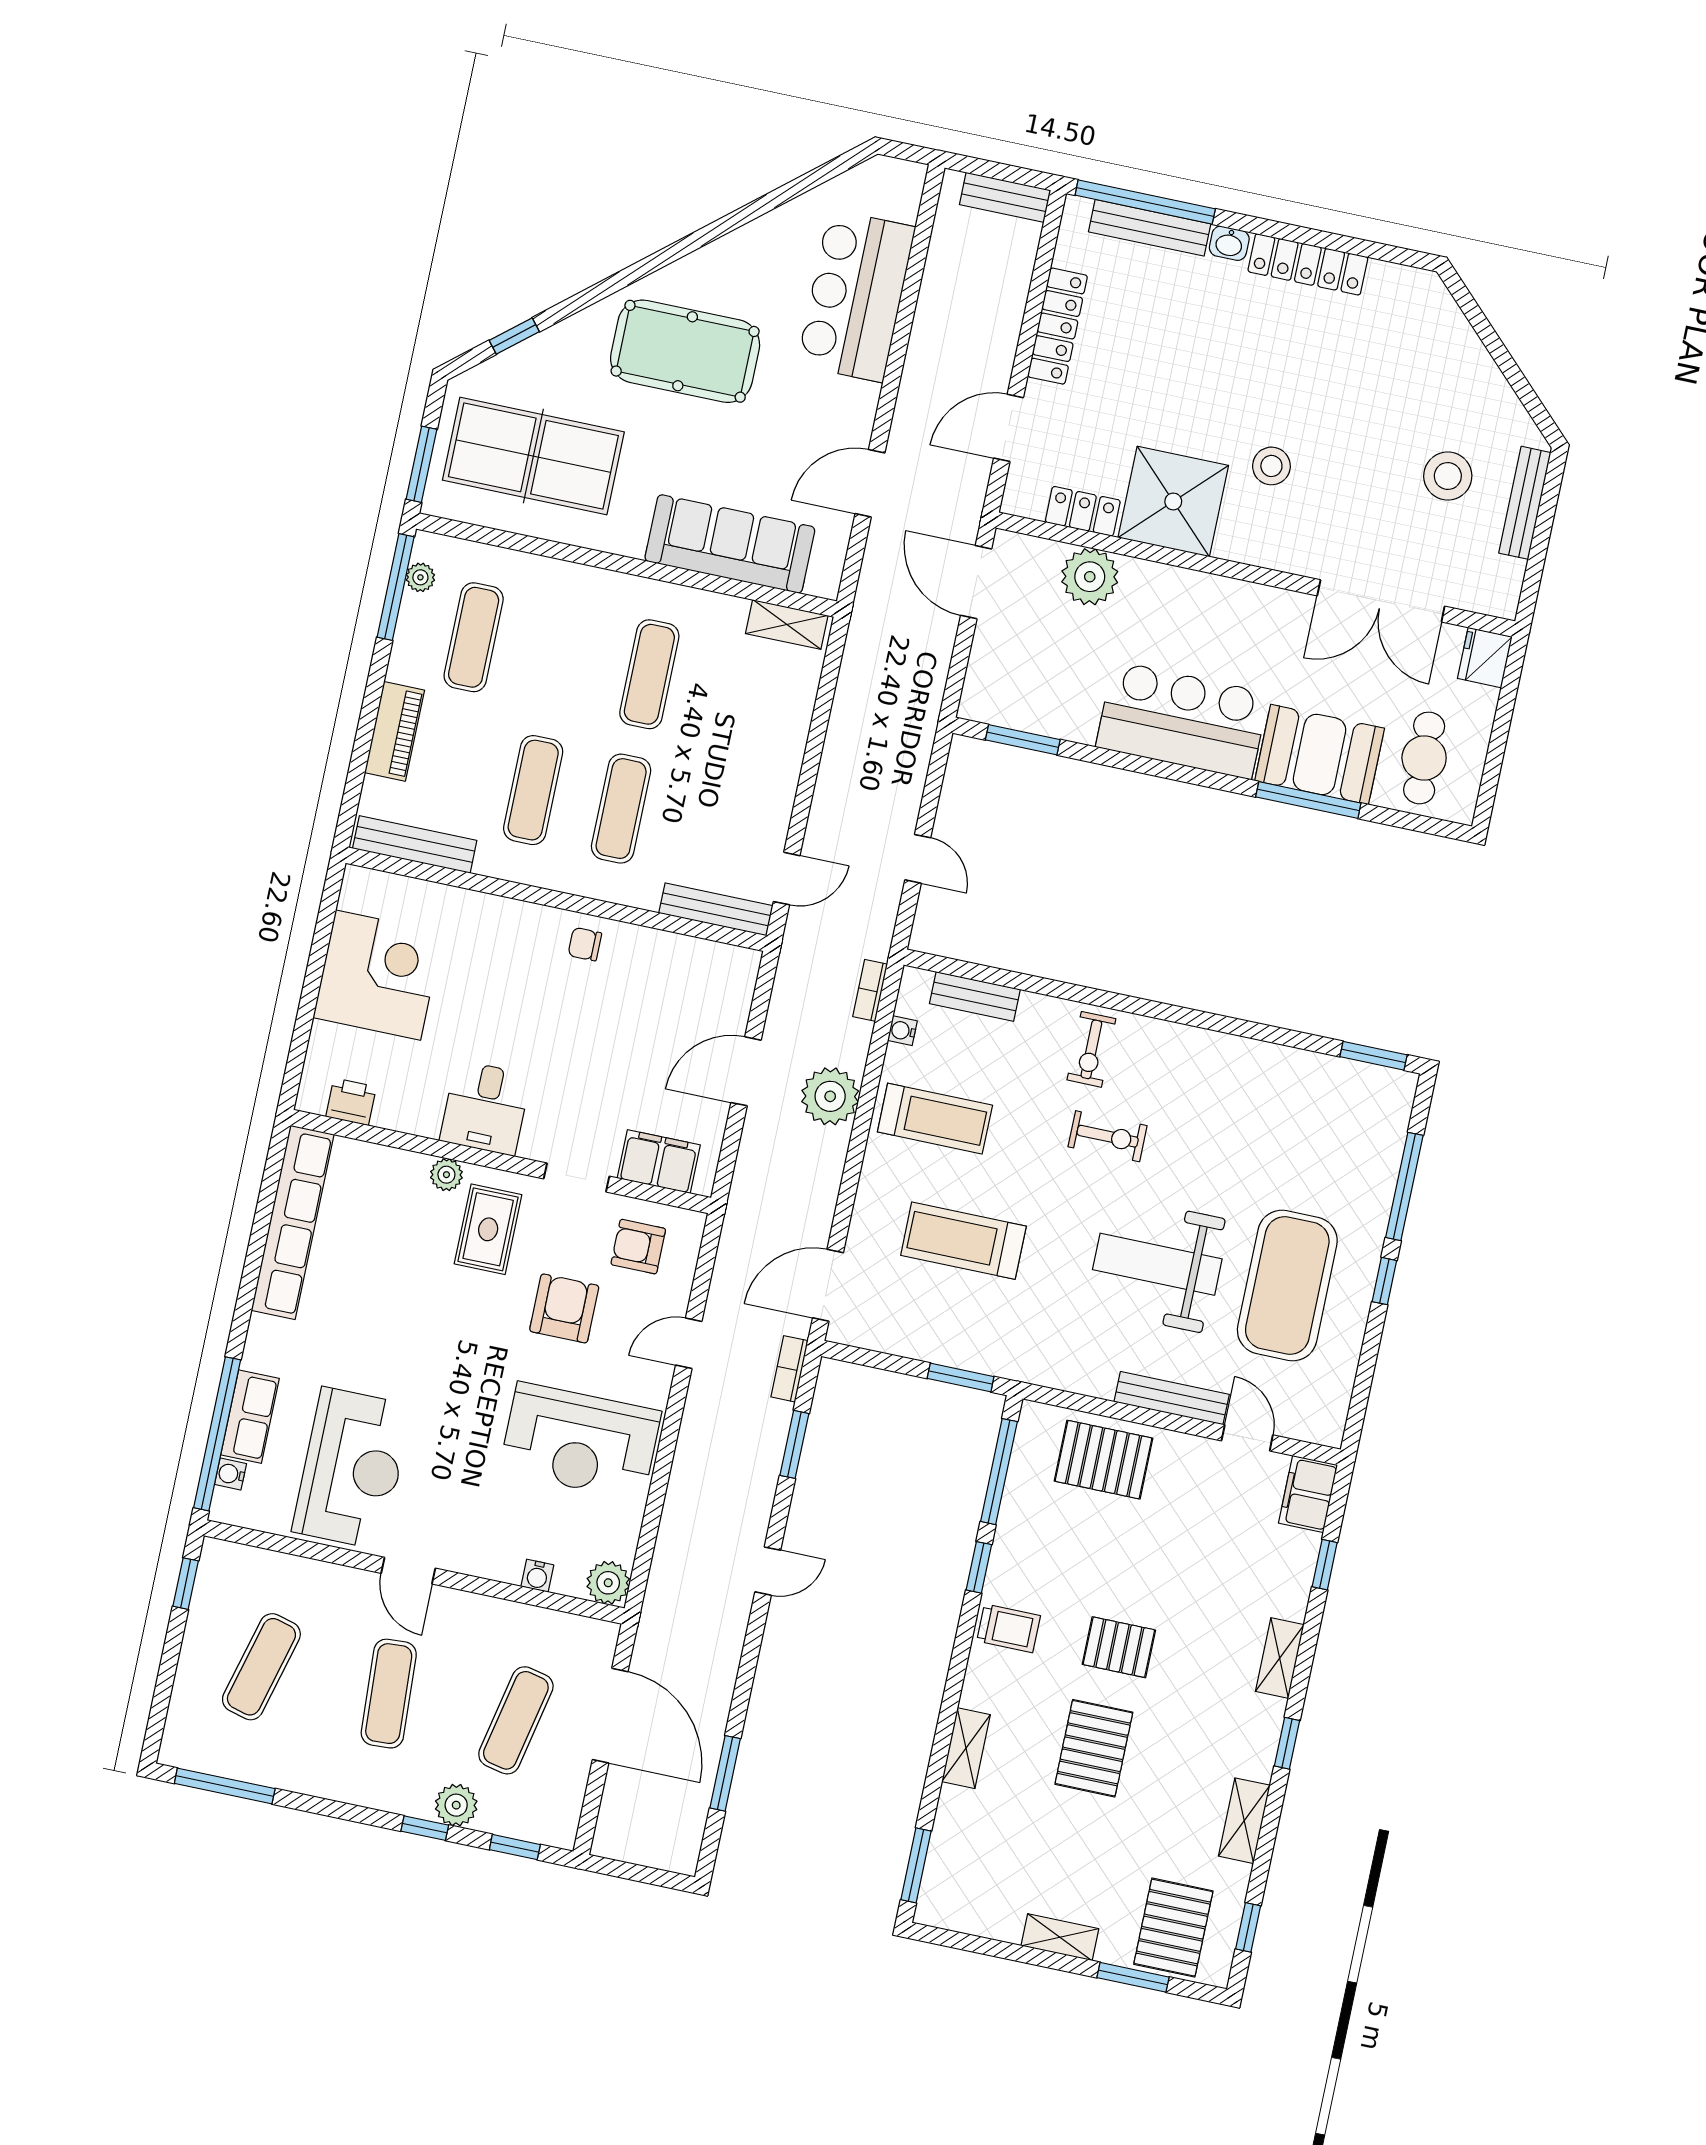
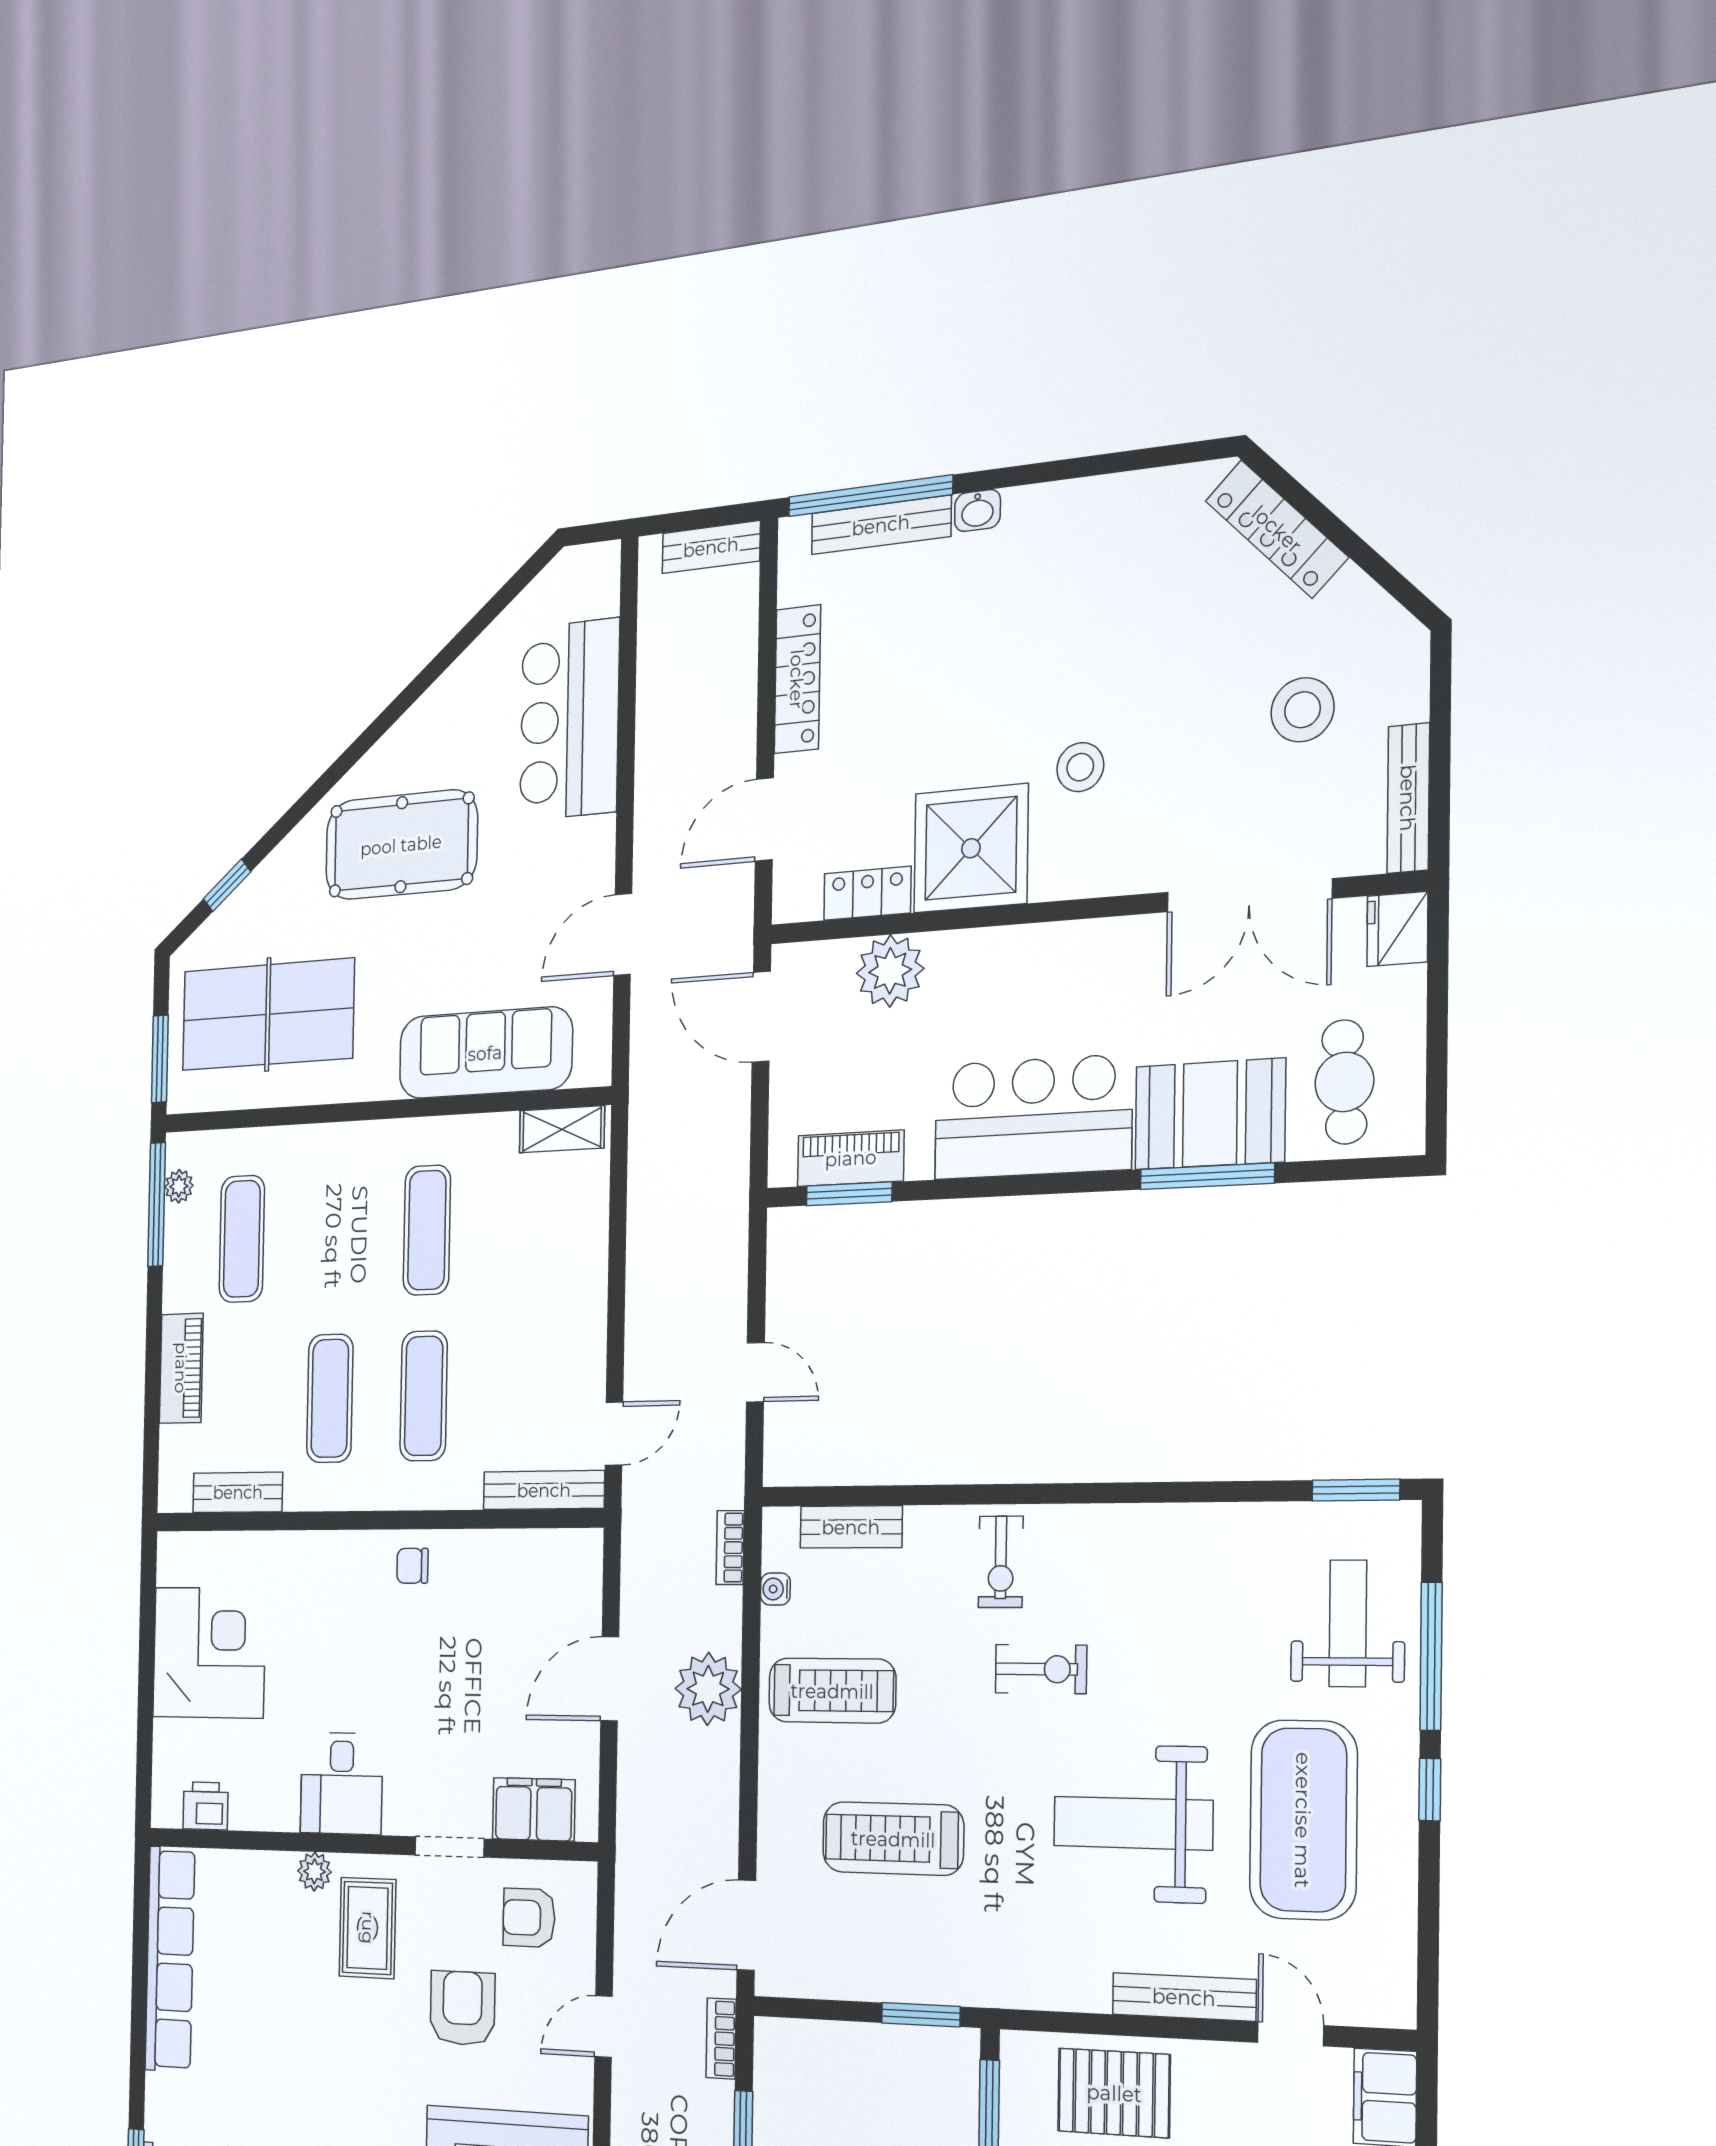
locker: (1308, 264) -> (1277, 529), moved, turned 45
bench: (1525, 503) -> (1408, 798), moved
piano: (1029, 713) -> (851, 1158), added
bench: (415, 844) -> (238, 1492), width x0.73
weight bench: (1348, 1151) -> (1348, 1623), added

